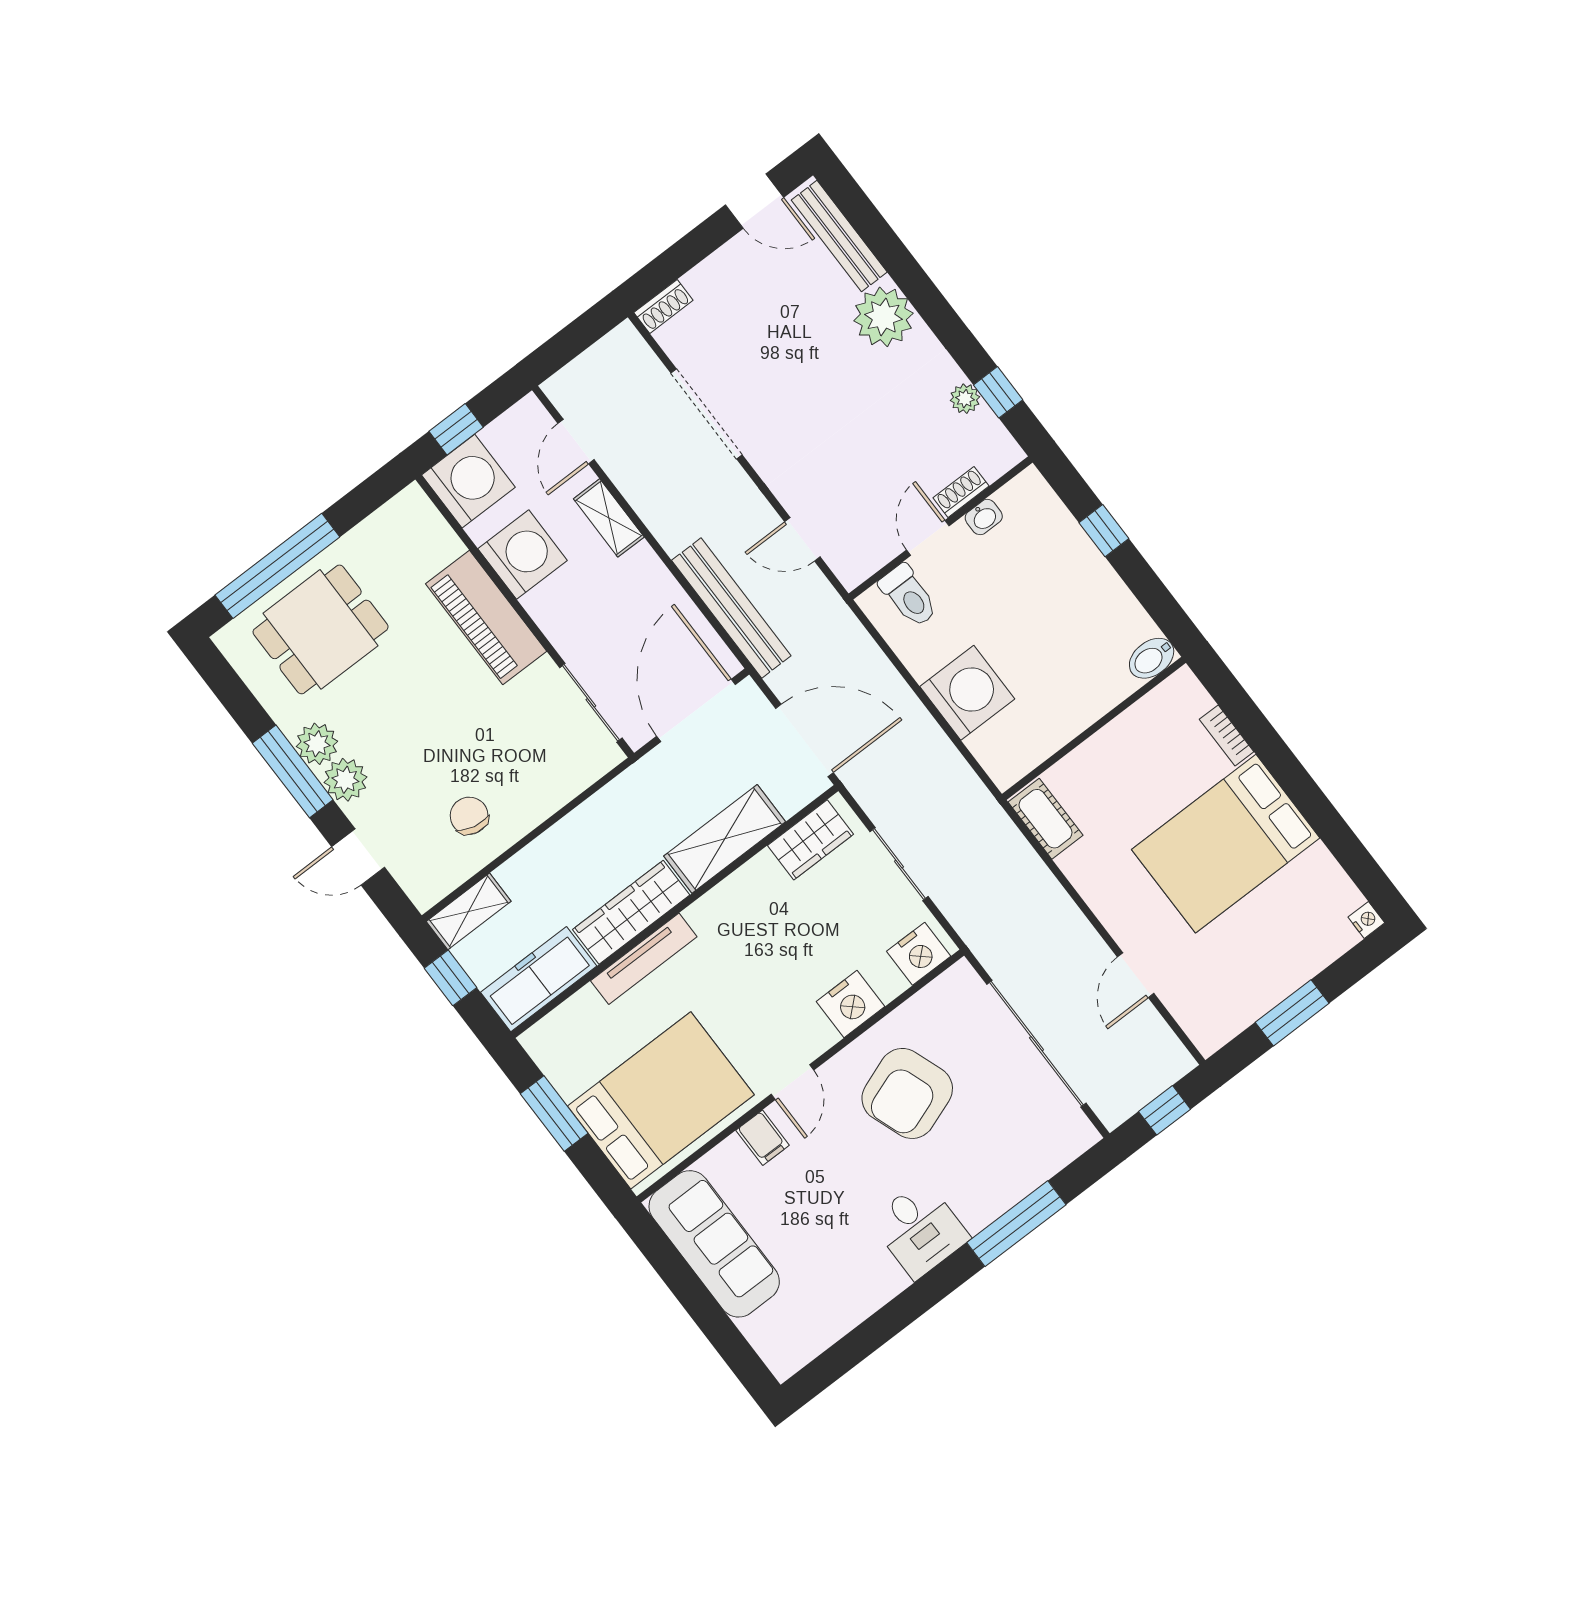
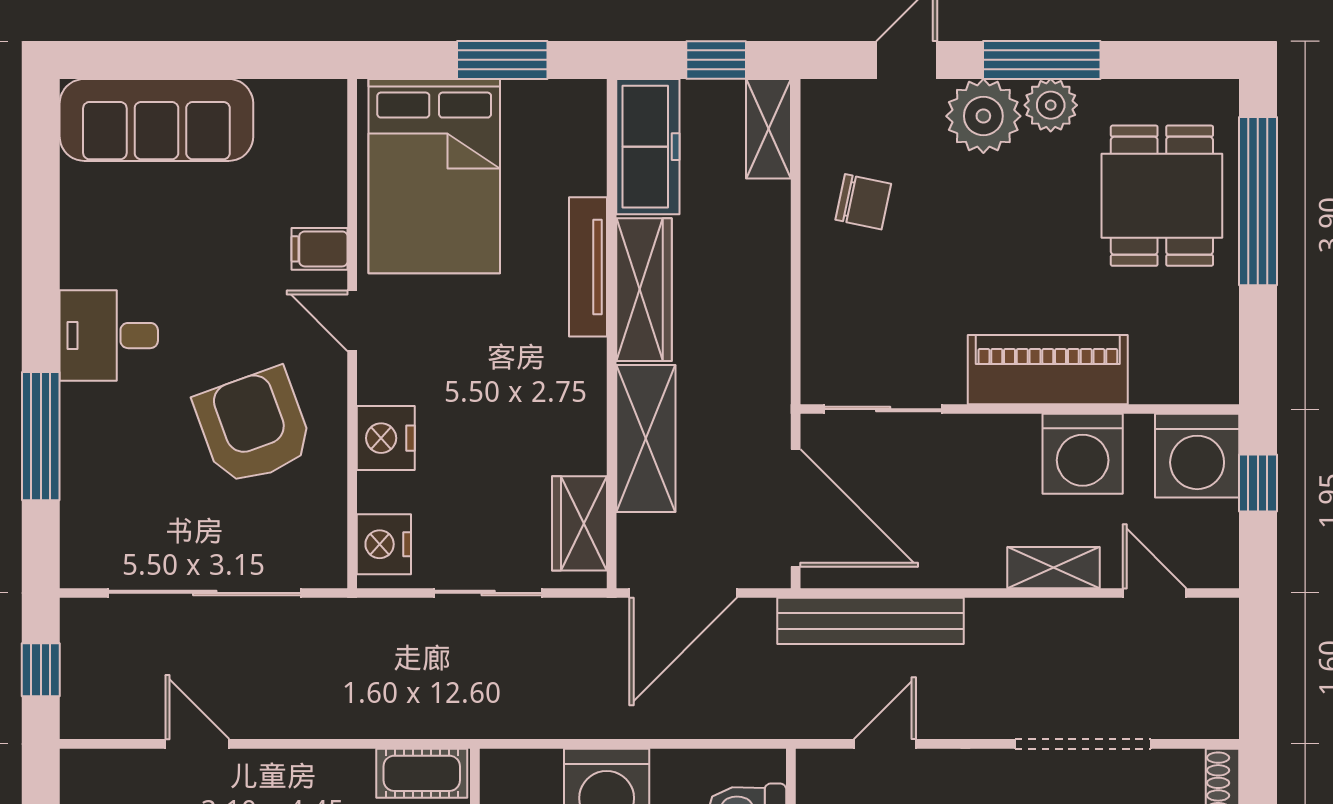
plant: (345, 780) -> (983, 116), width x1.36, depth x1.36
sofa: (714, 1244) -> (156, 120), moved

